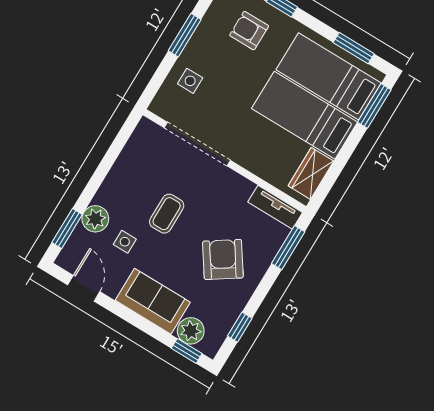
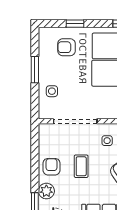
armchair: (124, 188) -> (51, 167), added
side table: (125, 242) -> (107, 141), moved

